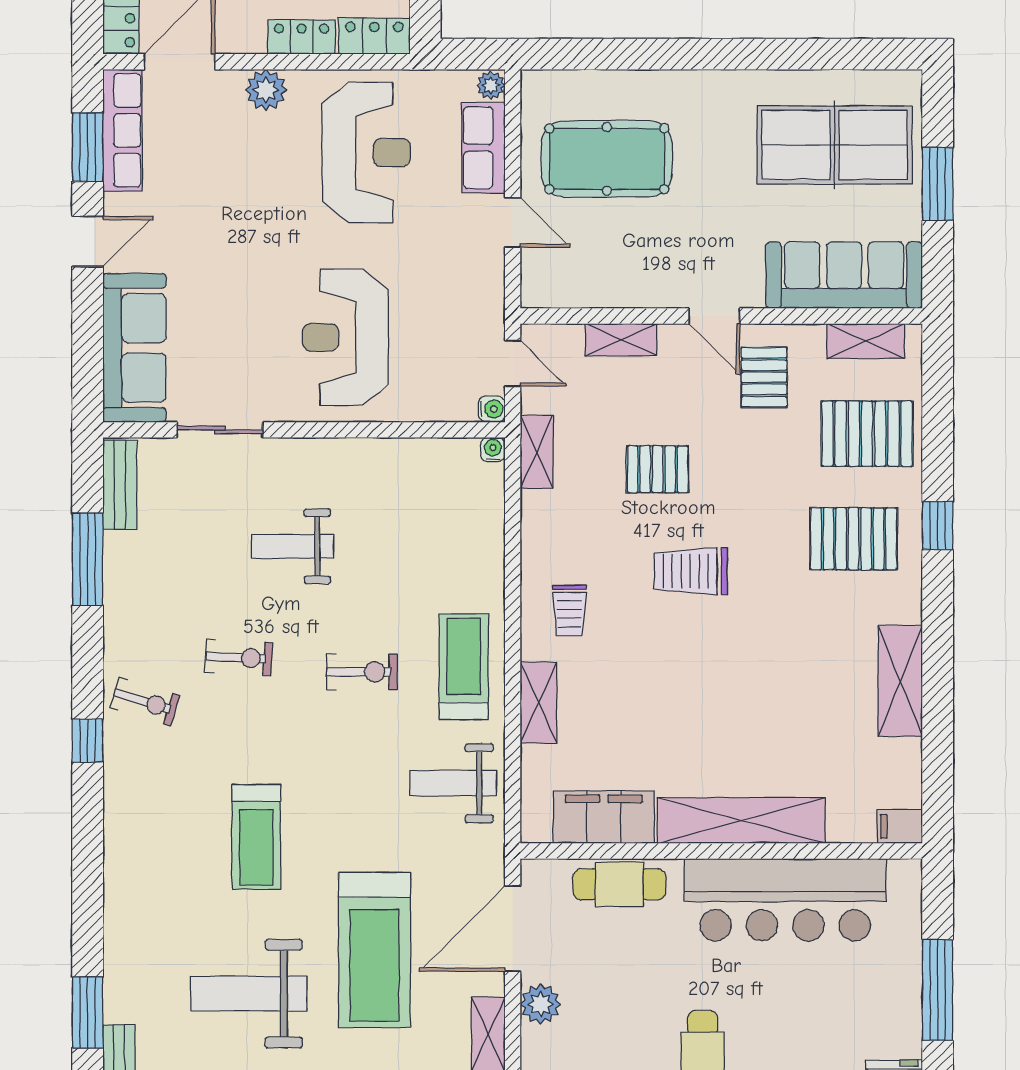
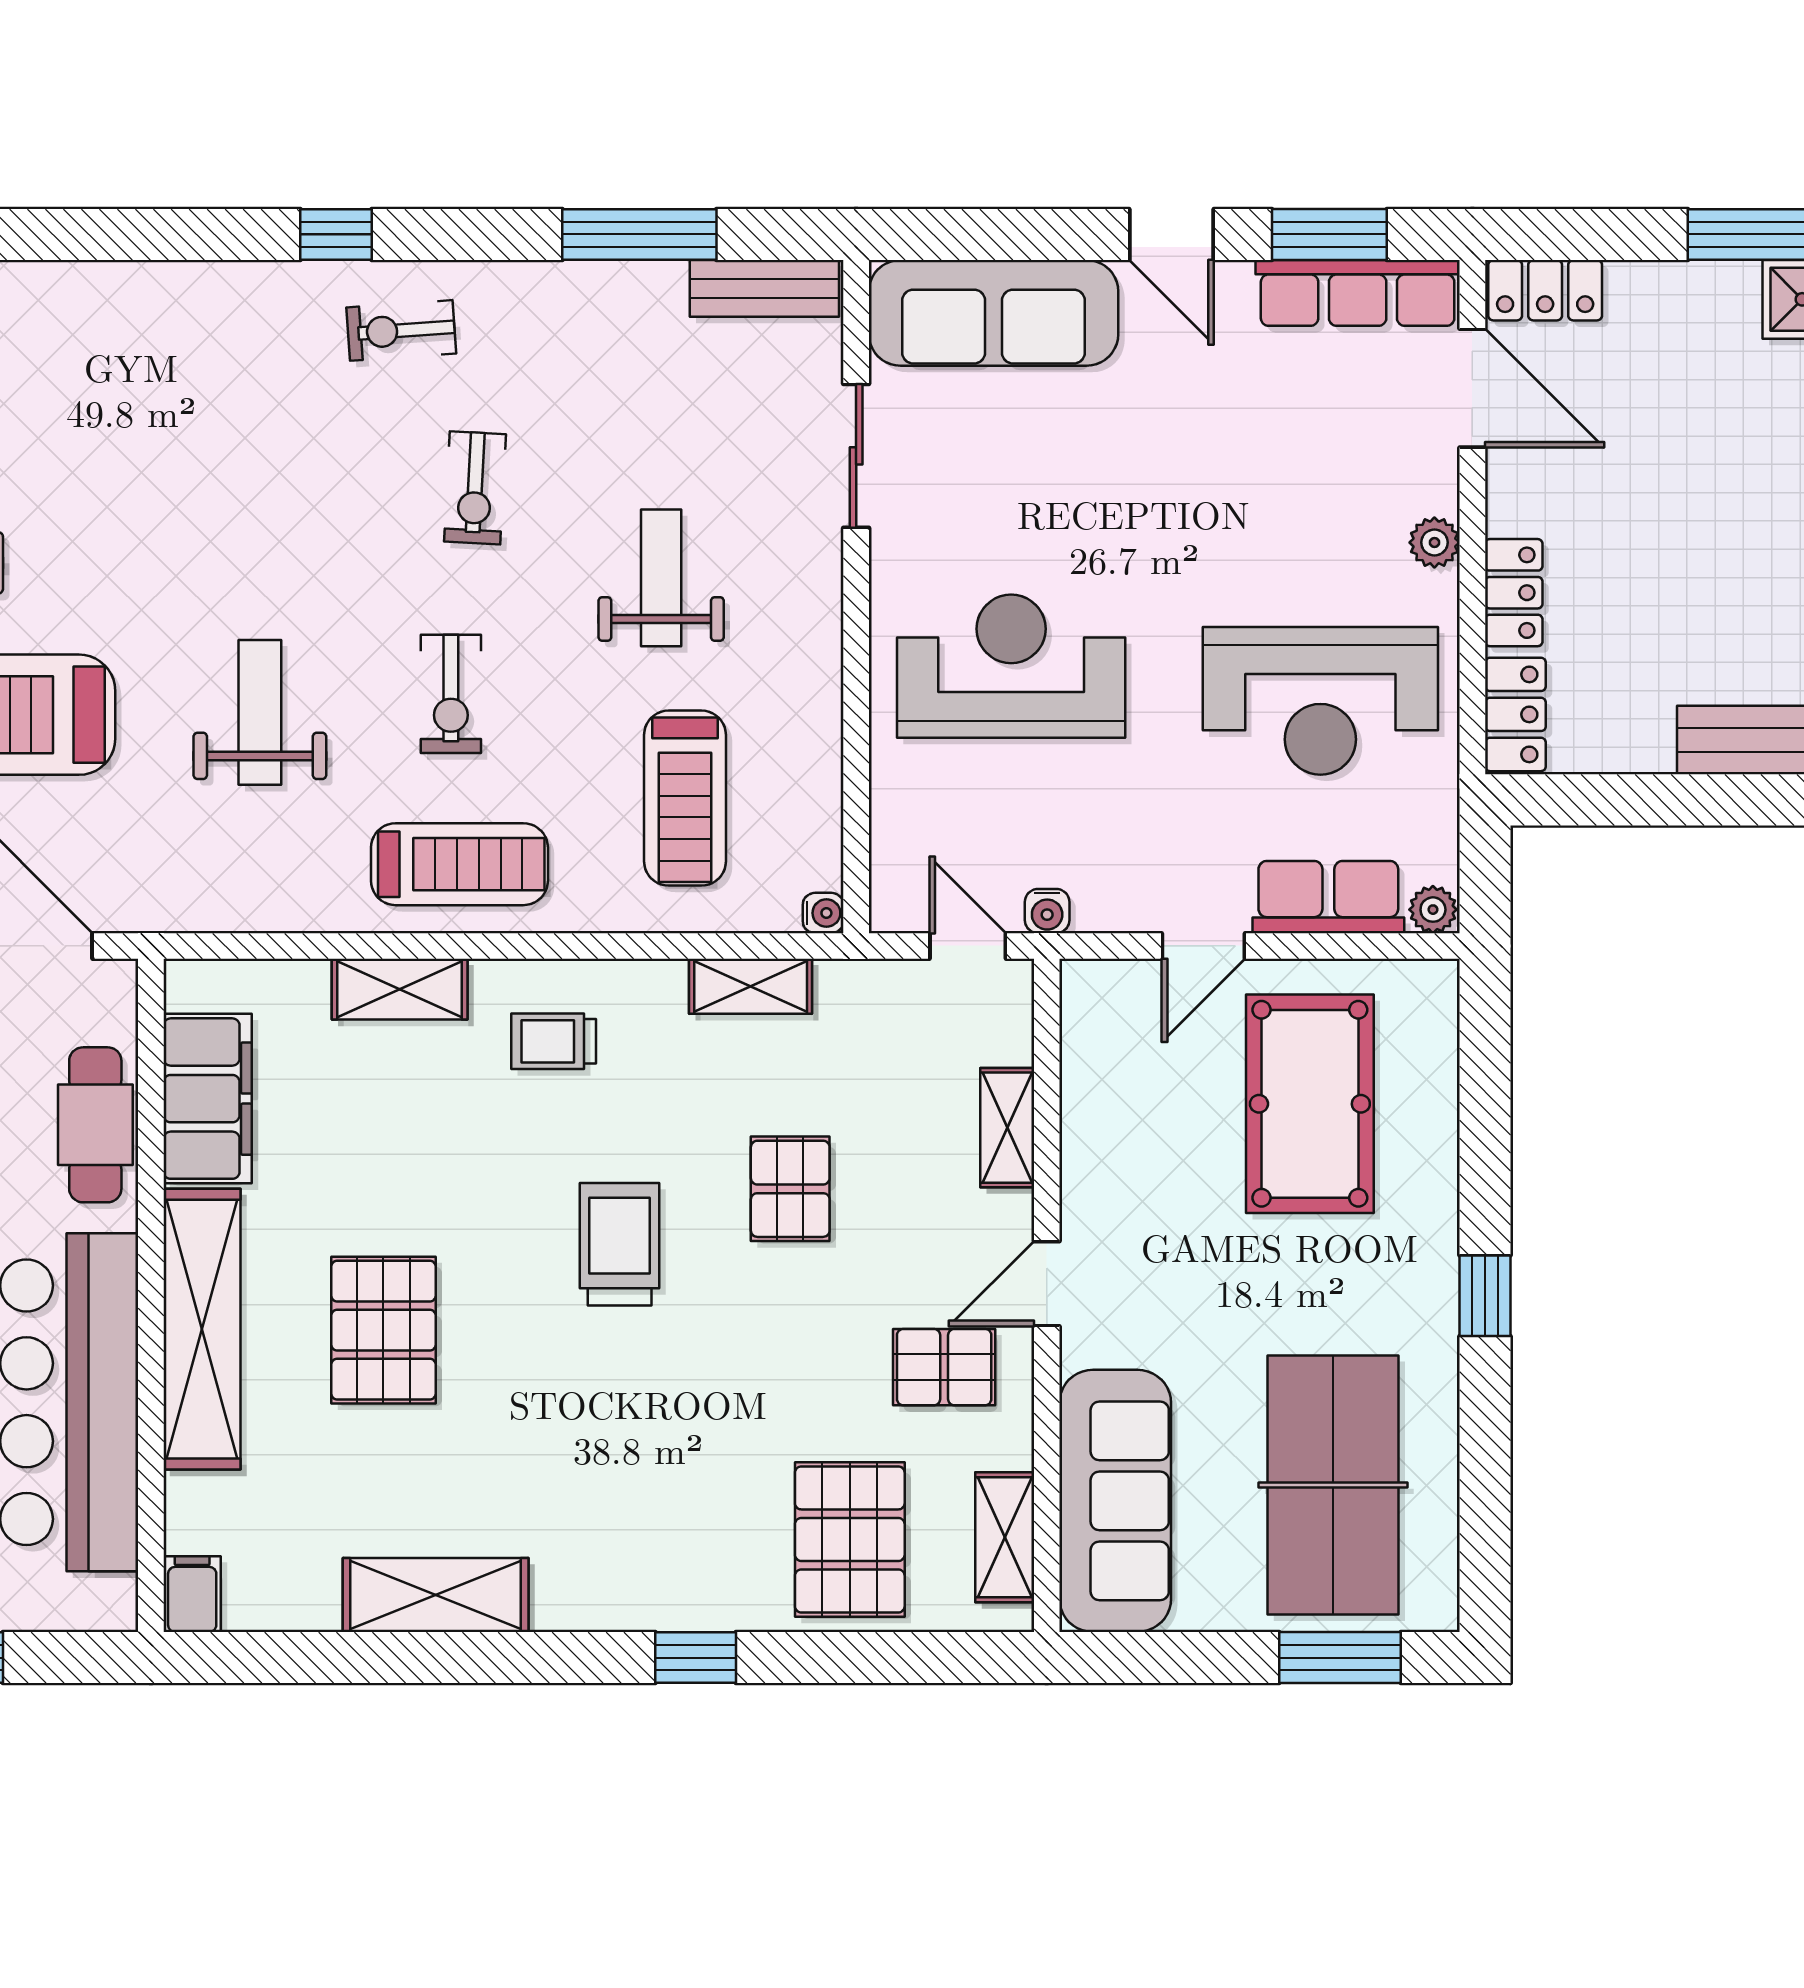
window: (722, 54) -> (1485, 1296), added
plant: (266, 90) -> (1434, 542), width x0.73, depth x0.73
window: (938, 184) -> (1340, 1658), moved
door: (513, 363) -> (968, 946), swing flipped
water cooler: (492, 409) -> (1047, 911), moved
shelving: (537, 452) -> (751, 986), moved
pallet: (854, 539) -> (383, 1330), moved
exercise bike: (145, 702) -> (401, 330), turned 69
weight bench: (453, 783) -> (260, 712), moved
treadmill: (256, 837) -> (685, 798), moved, turned -90

